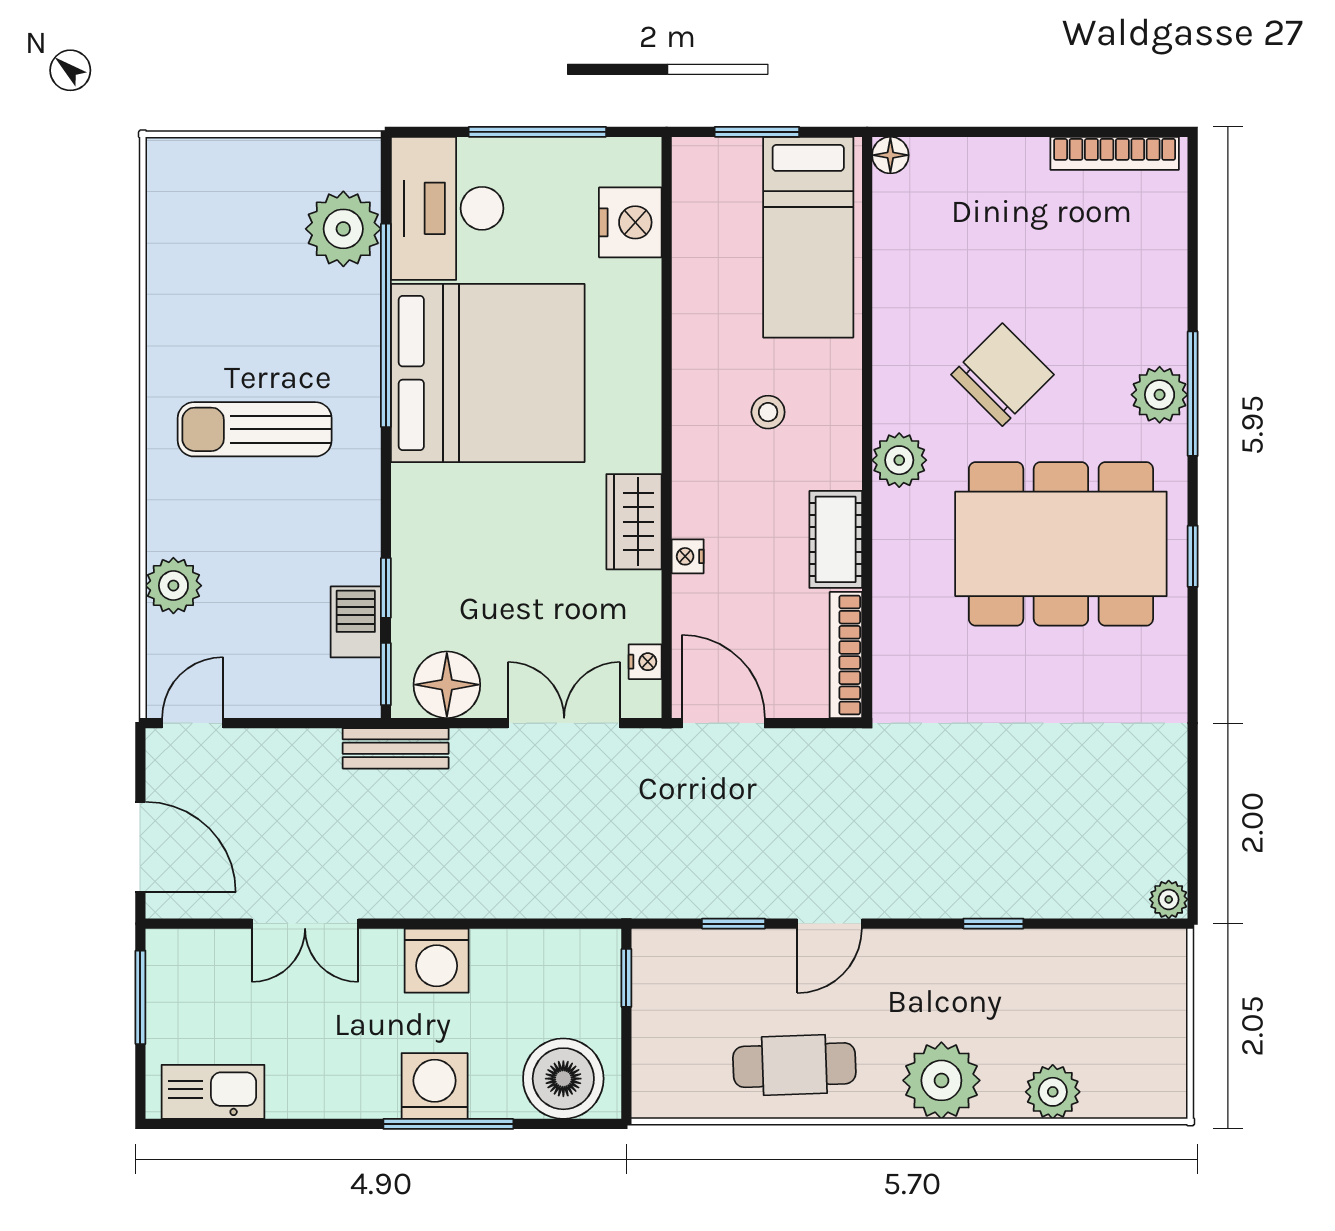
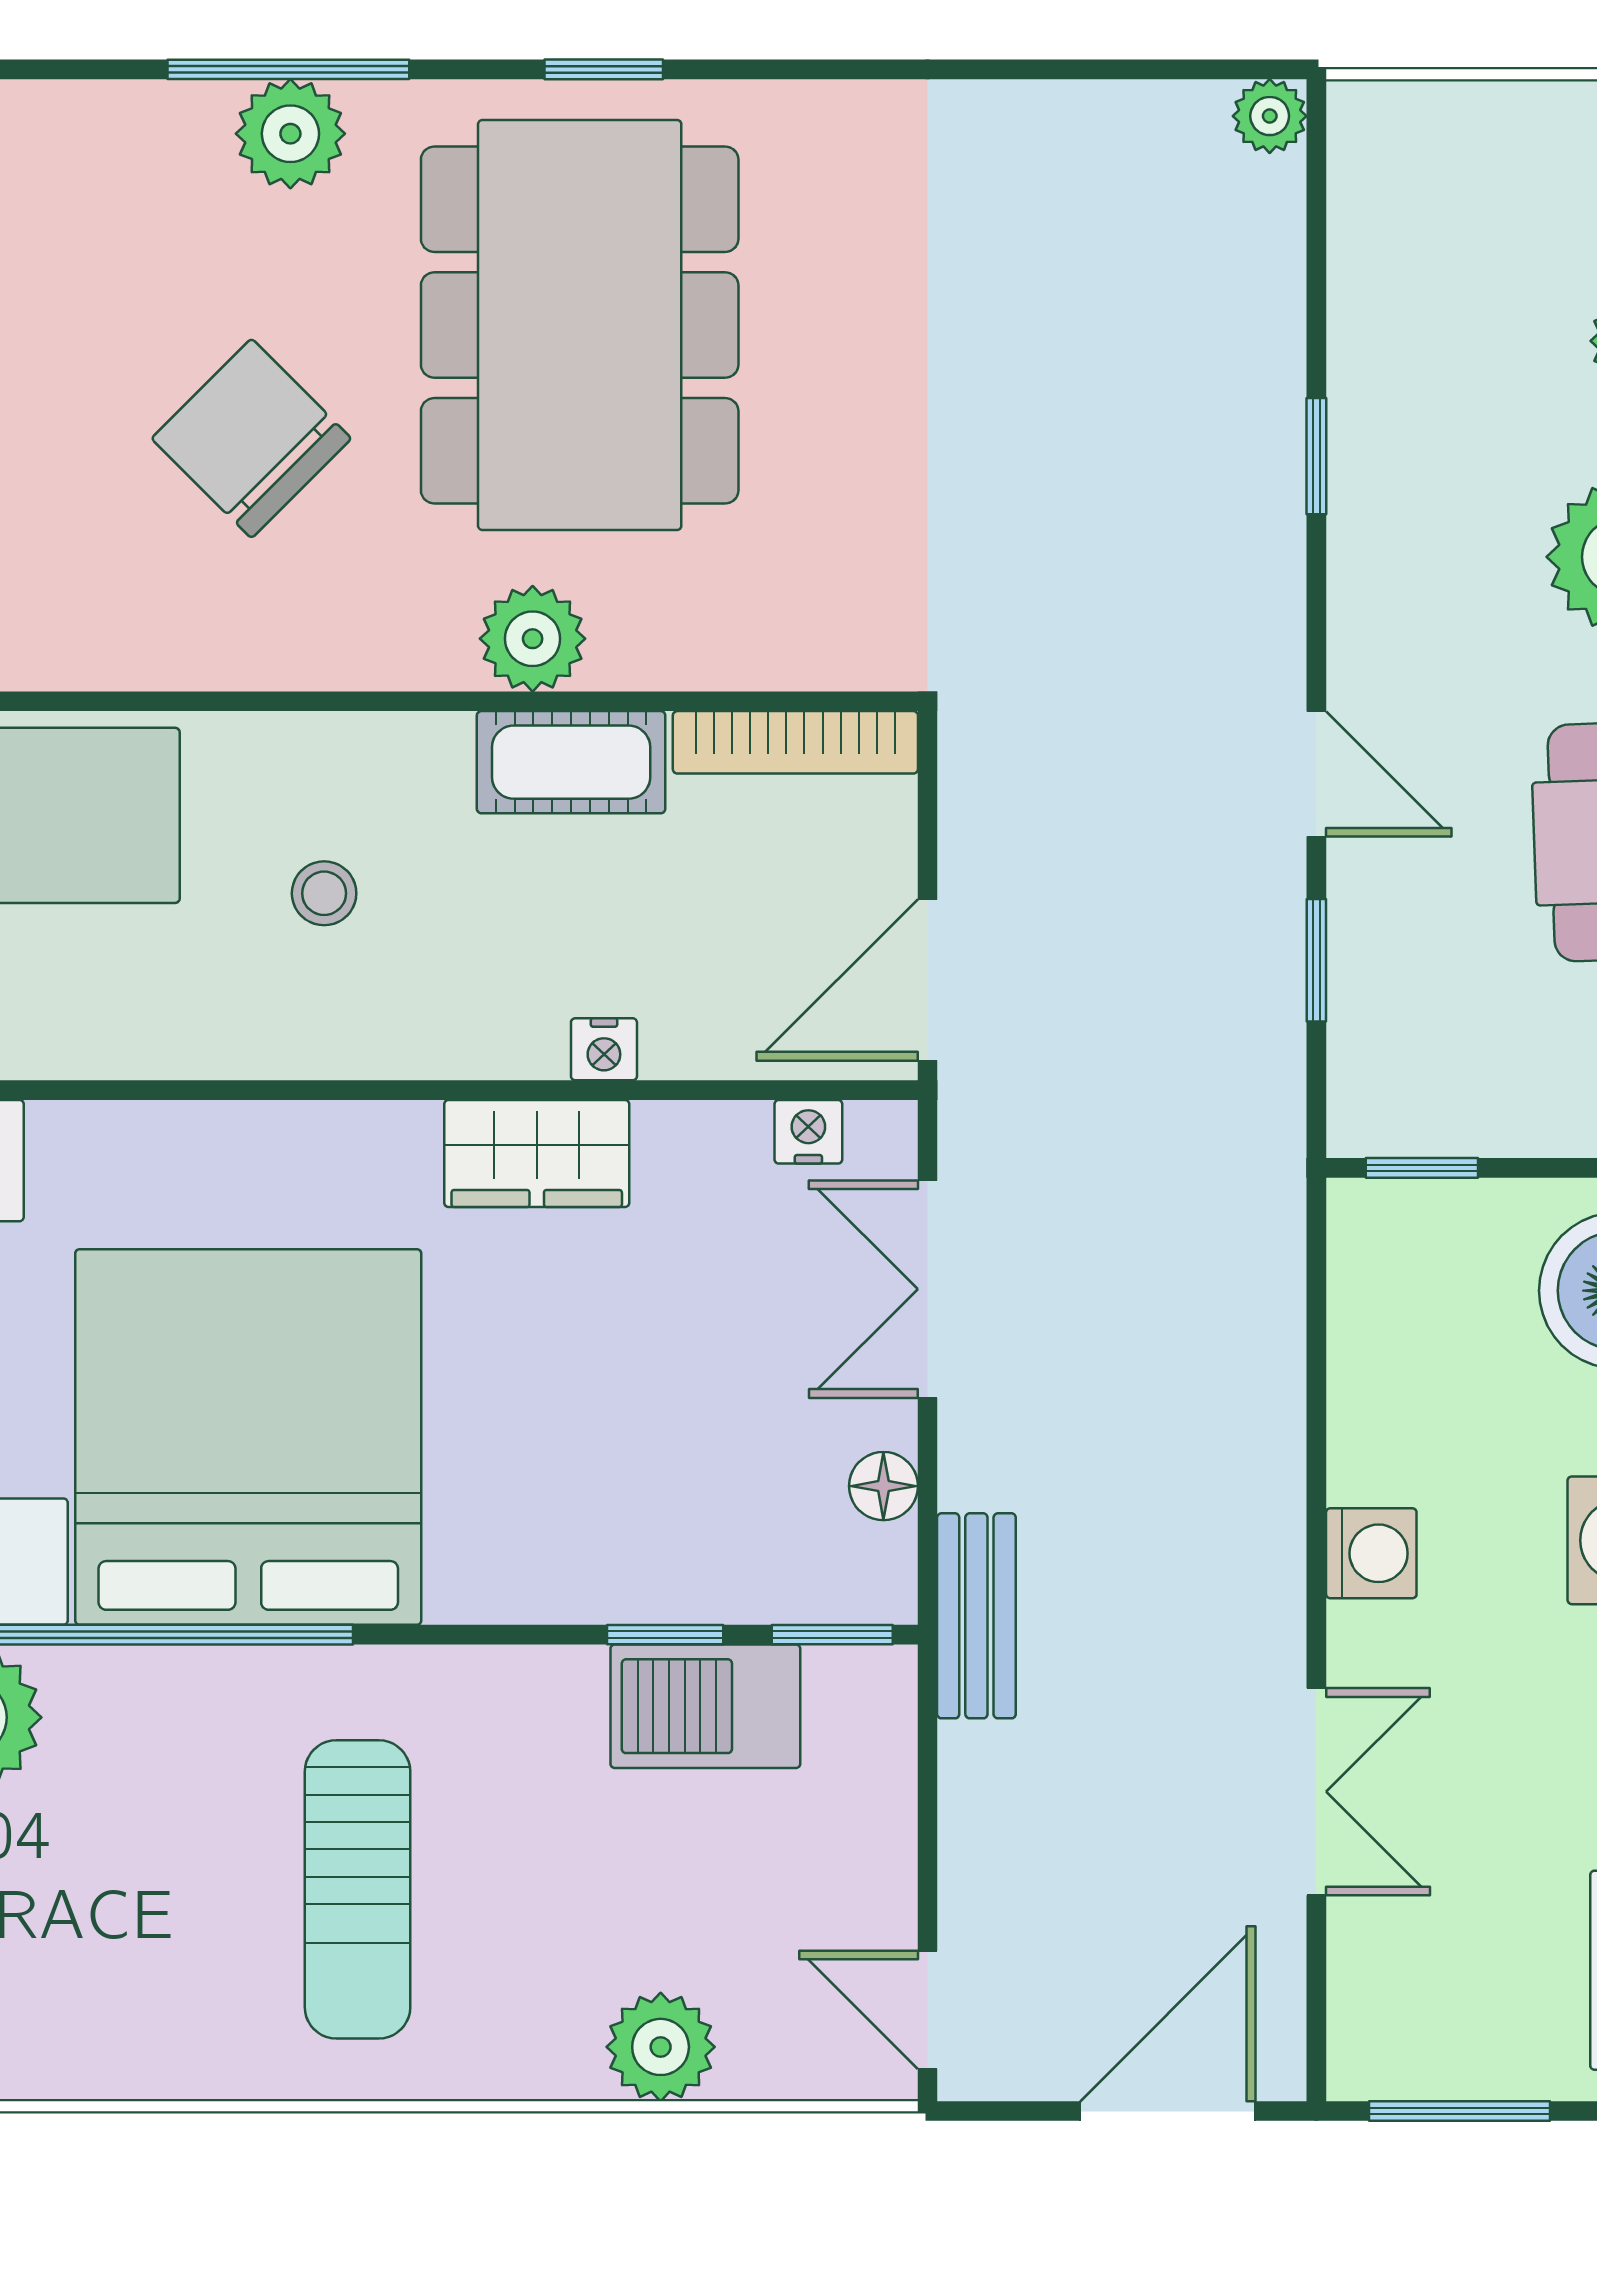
plant: (899, 460) -> (533, 639), moved
barbecue: (356, 622) -> (705, 1706), width x1.38, depth x1.27
floor lamp: (447, 685) -> (883, 1486), width x0.53, depth x0.53
washing machine: (437, 961) -> (1371, 1553), width x0.73, depth x0.73

